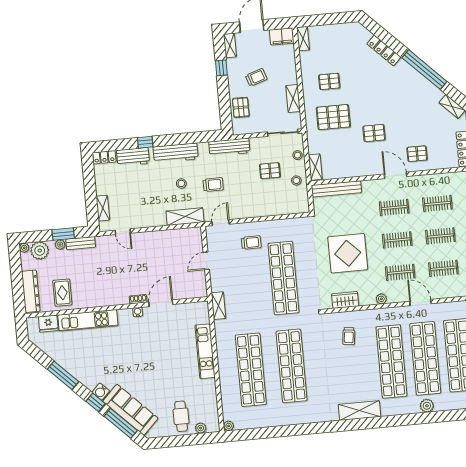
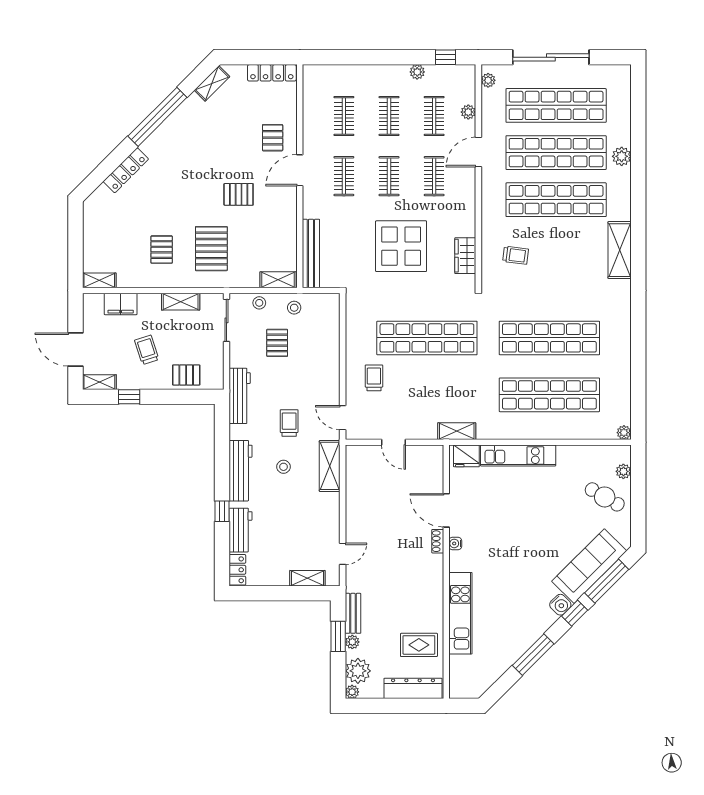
filing cabinet: (282, 36) -> (121, 304), moved, turned 90
pallet: (374, 133) -> (239, 194), turned 90
plant: (381, 299) -> (468, 112), moved
fridge: (48, 324) -> (466, 456), moved, turned 90
cafe table: (181, 416) -> (605, 497), turned 30

